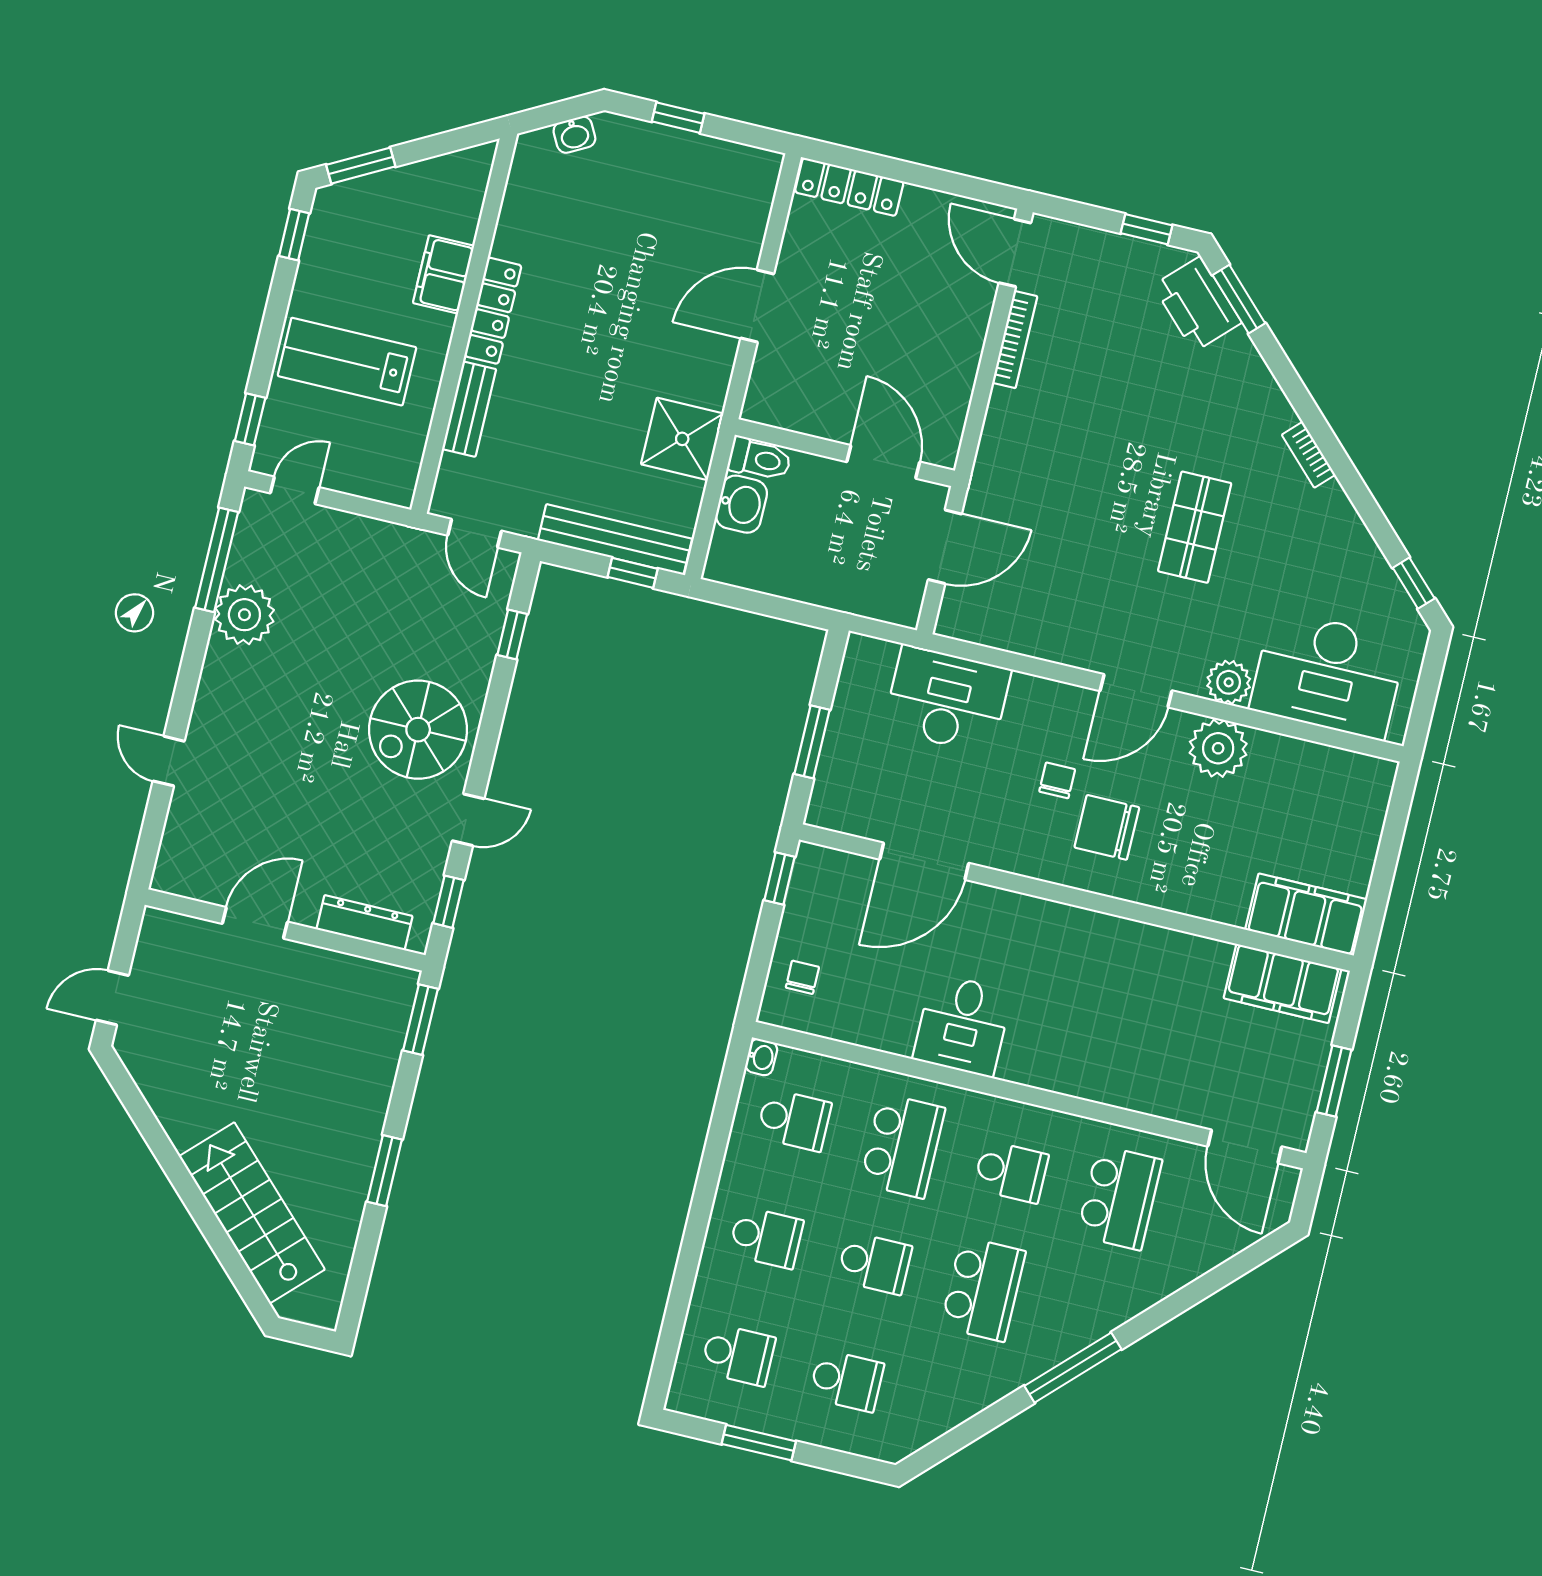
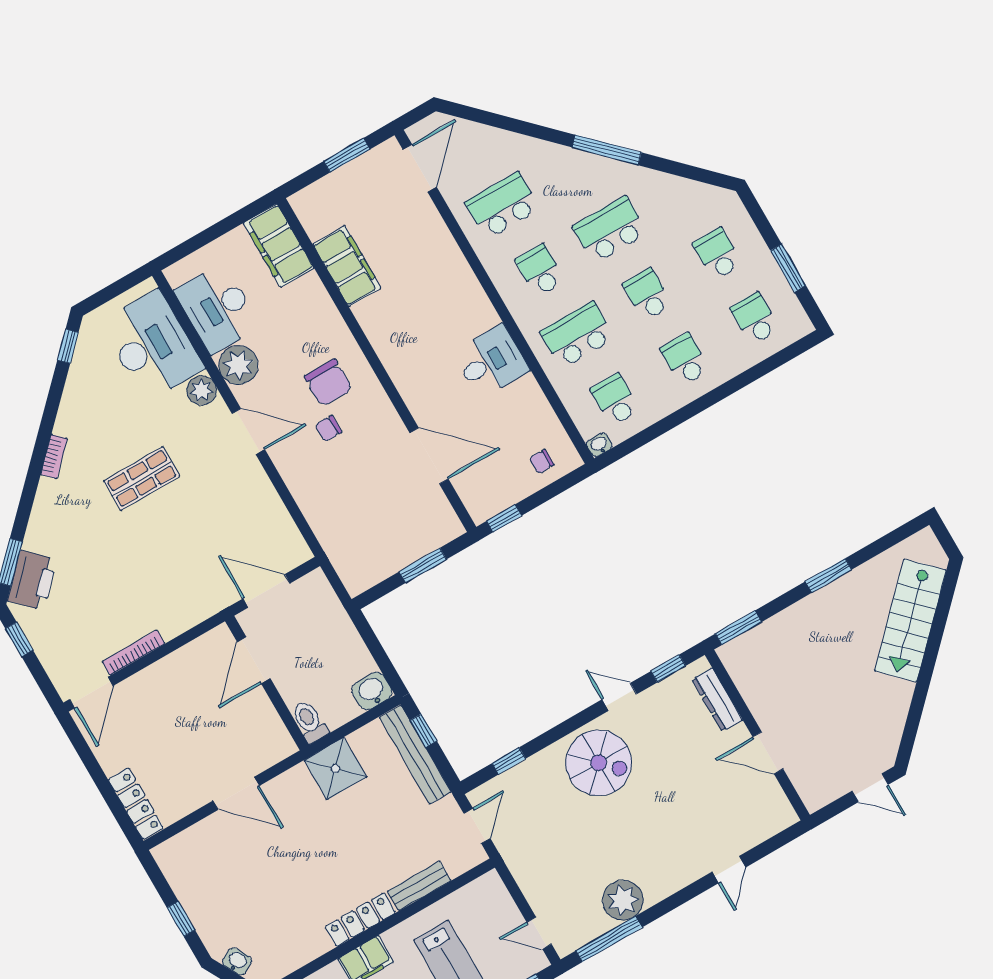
washbasin: (741, 504) -> (372, 691), moved
desk: (947, 699) -> (217, 309), moved
filing cabinet: (1282, 983) -> (347, 266), moved

